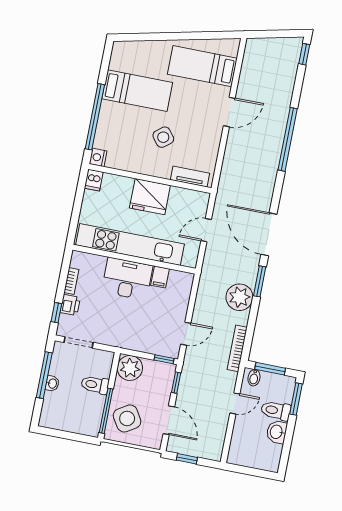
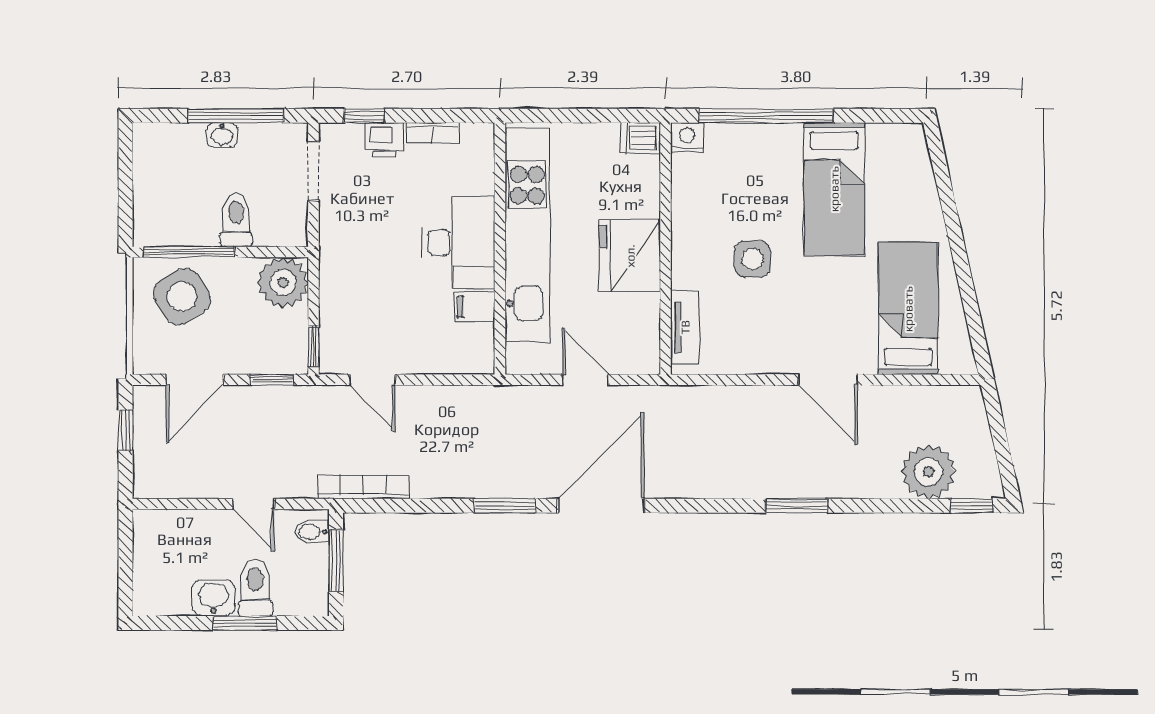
side table: (163, 137) -> (753, 259), turned 38
window: (288, 139) -> (797, 506), width x0.47
plant: (239, 297) -> (928, 472), moved
window: (296, 399) -> (245, 623), moved

